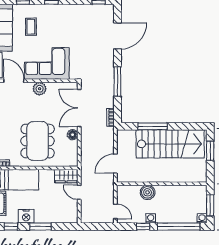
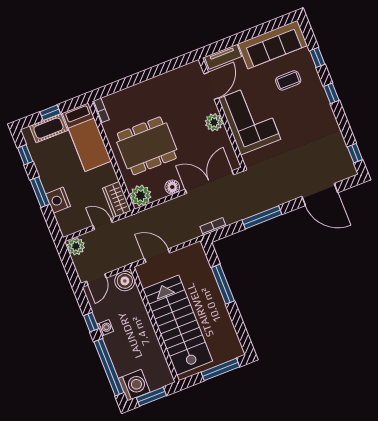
stairs: (170, 144) -> (178, 325), moved, turned 180
window: (210, 151) -> (220, 369), width x1.44
plant: (70, 159) -> (141, 196), added
door: (79, 192) -> (103, 224), hinge flipped
boiler: (148, 192) -> (125, 281), moved
nightstand: (26, 216) -> (58, 200), moved
plant: (87, 217) -> (76, 246), added
washing machine: (202, 218) -> (134, 385), width x1.89, depth x1.89

